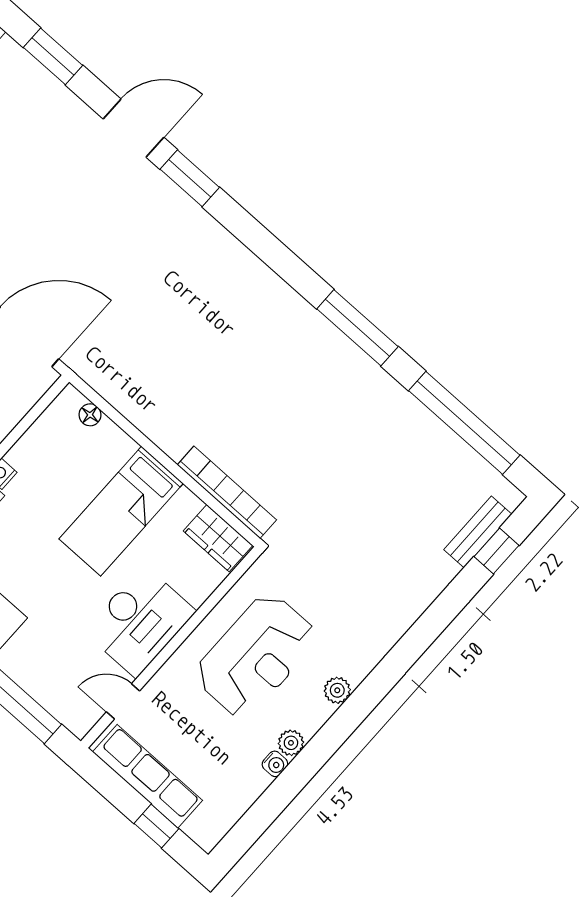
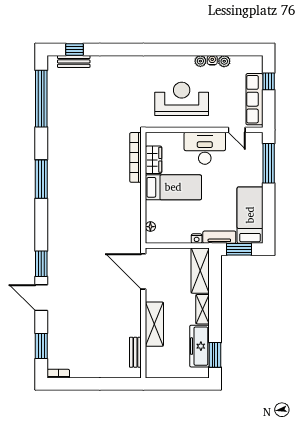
window: (357, 328) -> (41, 179), moved
wardrobe: (218, 538) -> (154, 160), moved
plant: (337, 690) -> (224, 61), moved

